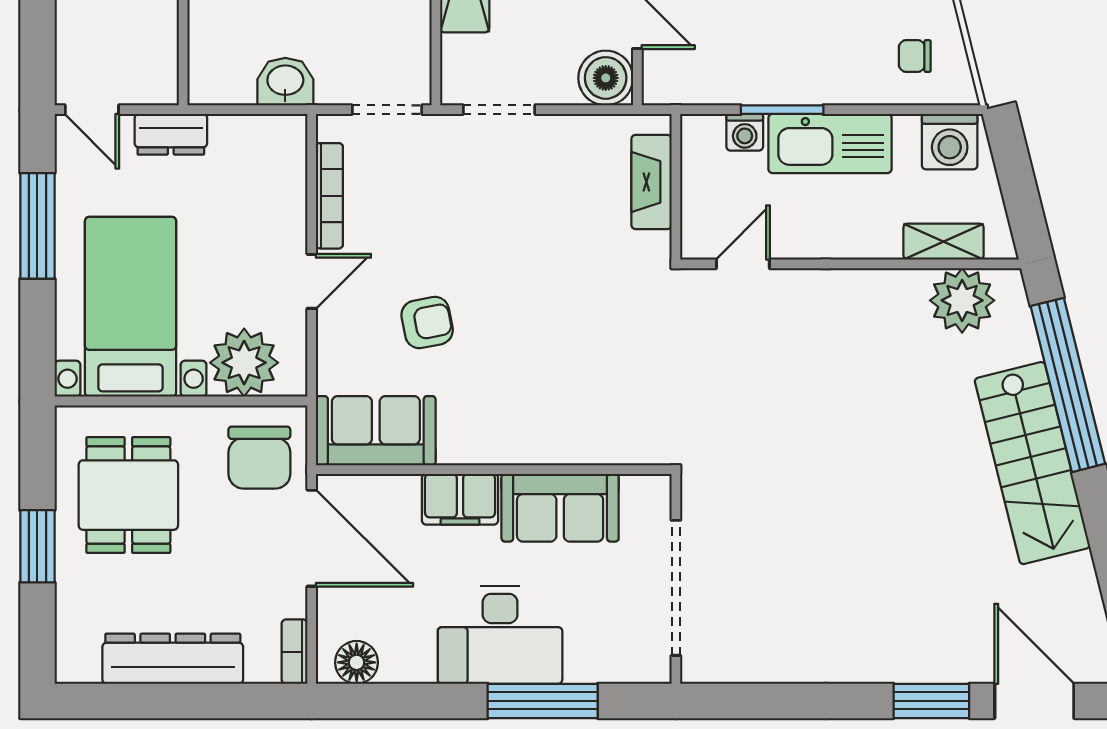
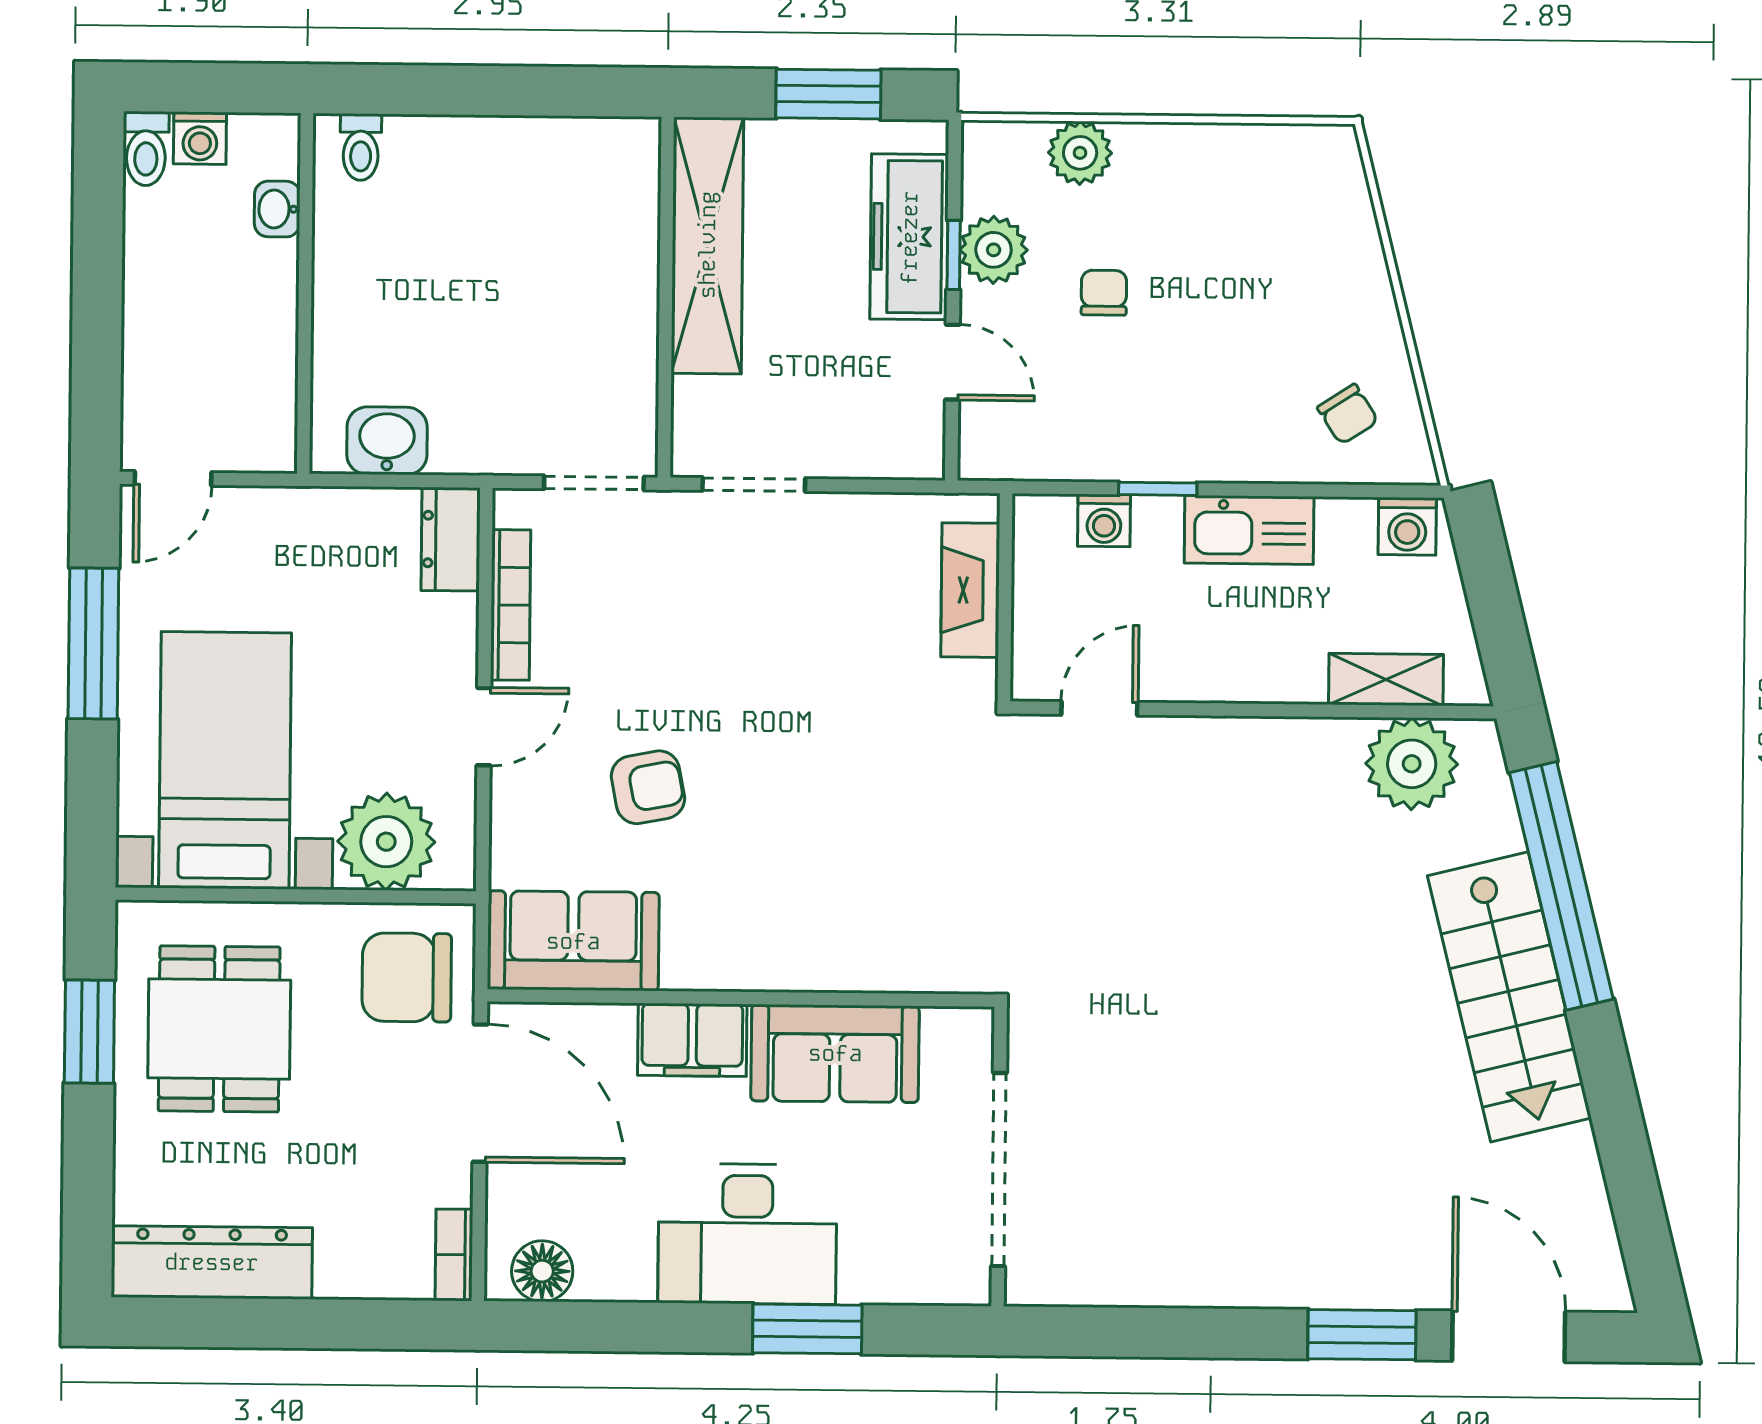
chair: (915, 56) -> (1348, 414), turned -123
boiler: (606, 78) -> (906, 441), removed
washbasin: (285, 82) -> (387, 441), moved
door: (92, 110) -> (173, 478), hinge flipped
window: (782, 110) -> (1158, 489), width x0.67
dresser: (171, 134) -> (451, 539), moved, turned 90
washing machine: (950, 142) -> (1407, 526), width x0.73, depth x0.73
kitchen sink: (830, 143) -> (1249, 530), width x0.73, depth x0.81
chair: (259, 458) -> (407, 977), turned 90
window: (37, 546) -> (89, 1032), moved
dresser: (173, 659) -> (212, 1262), moved
window: (543, 701) -> (807, 1329), width x0.69

